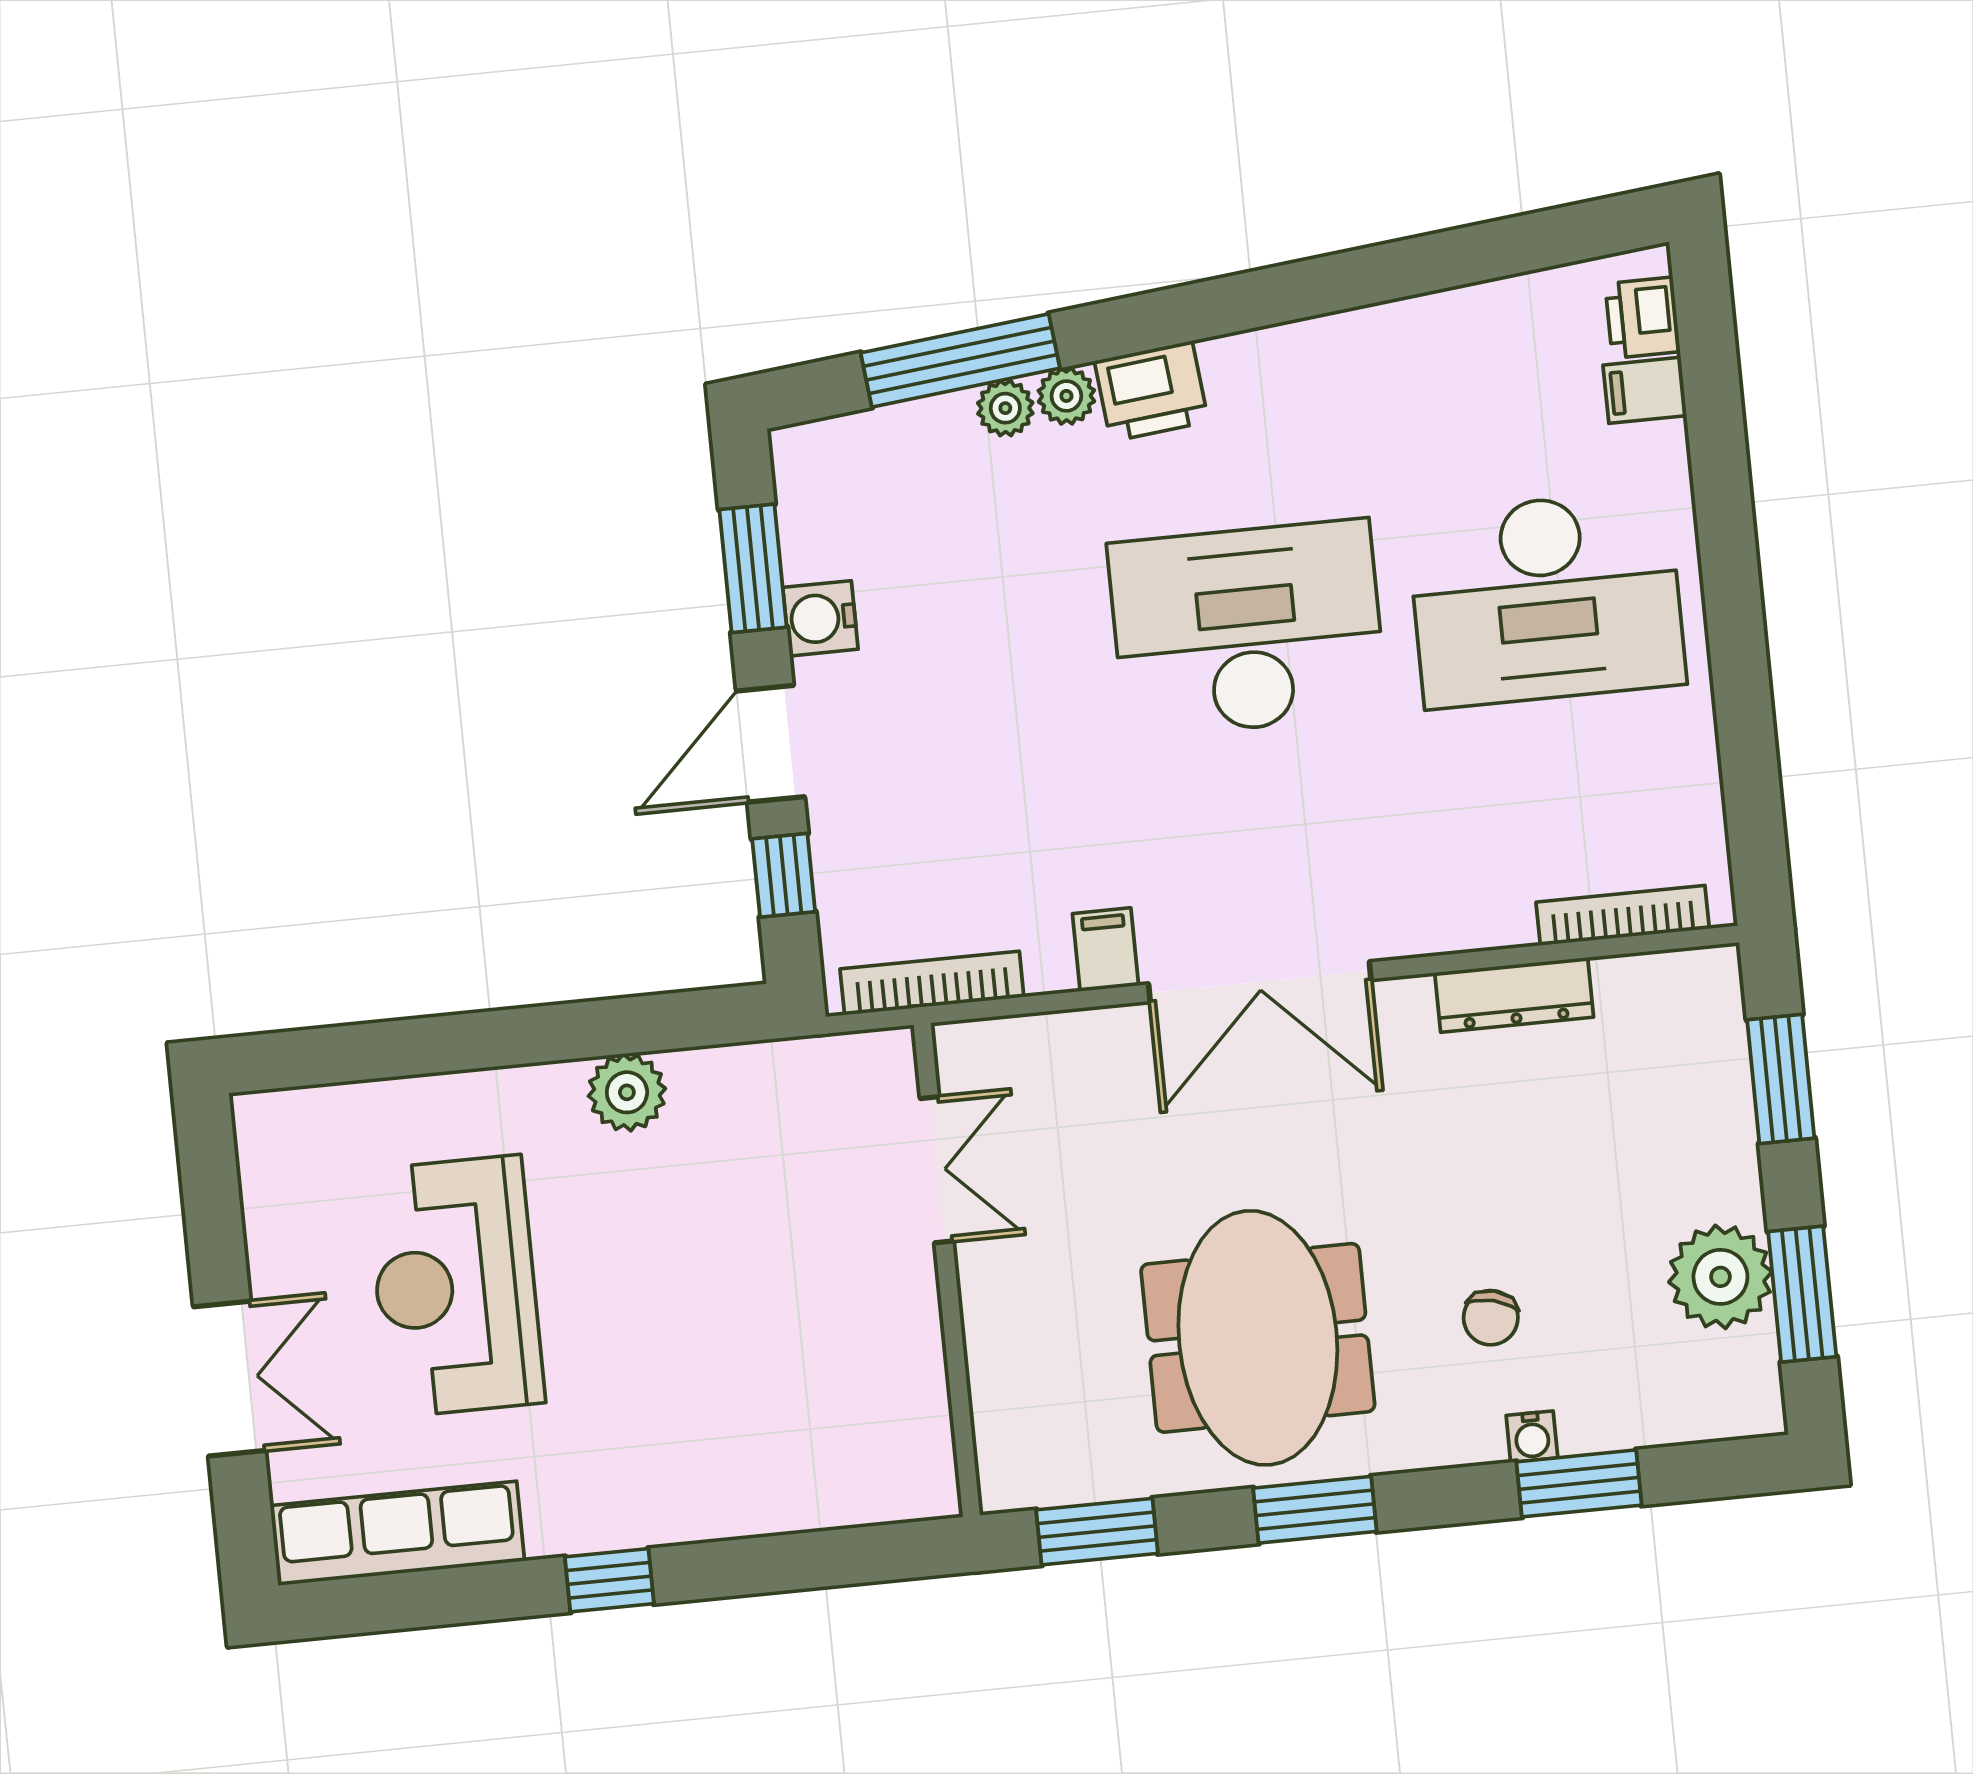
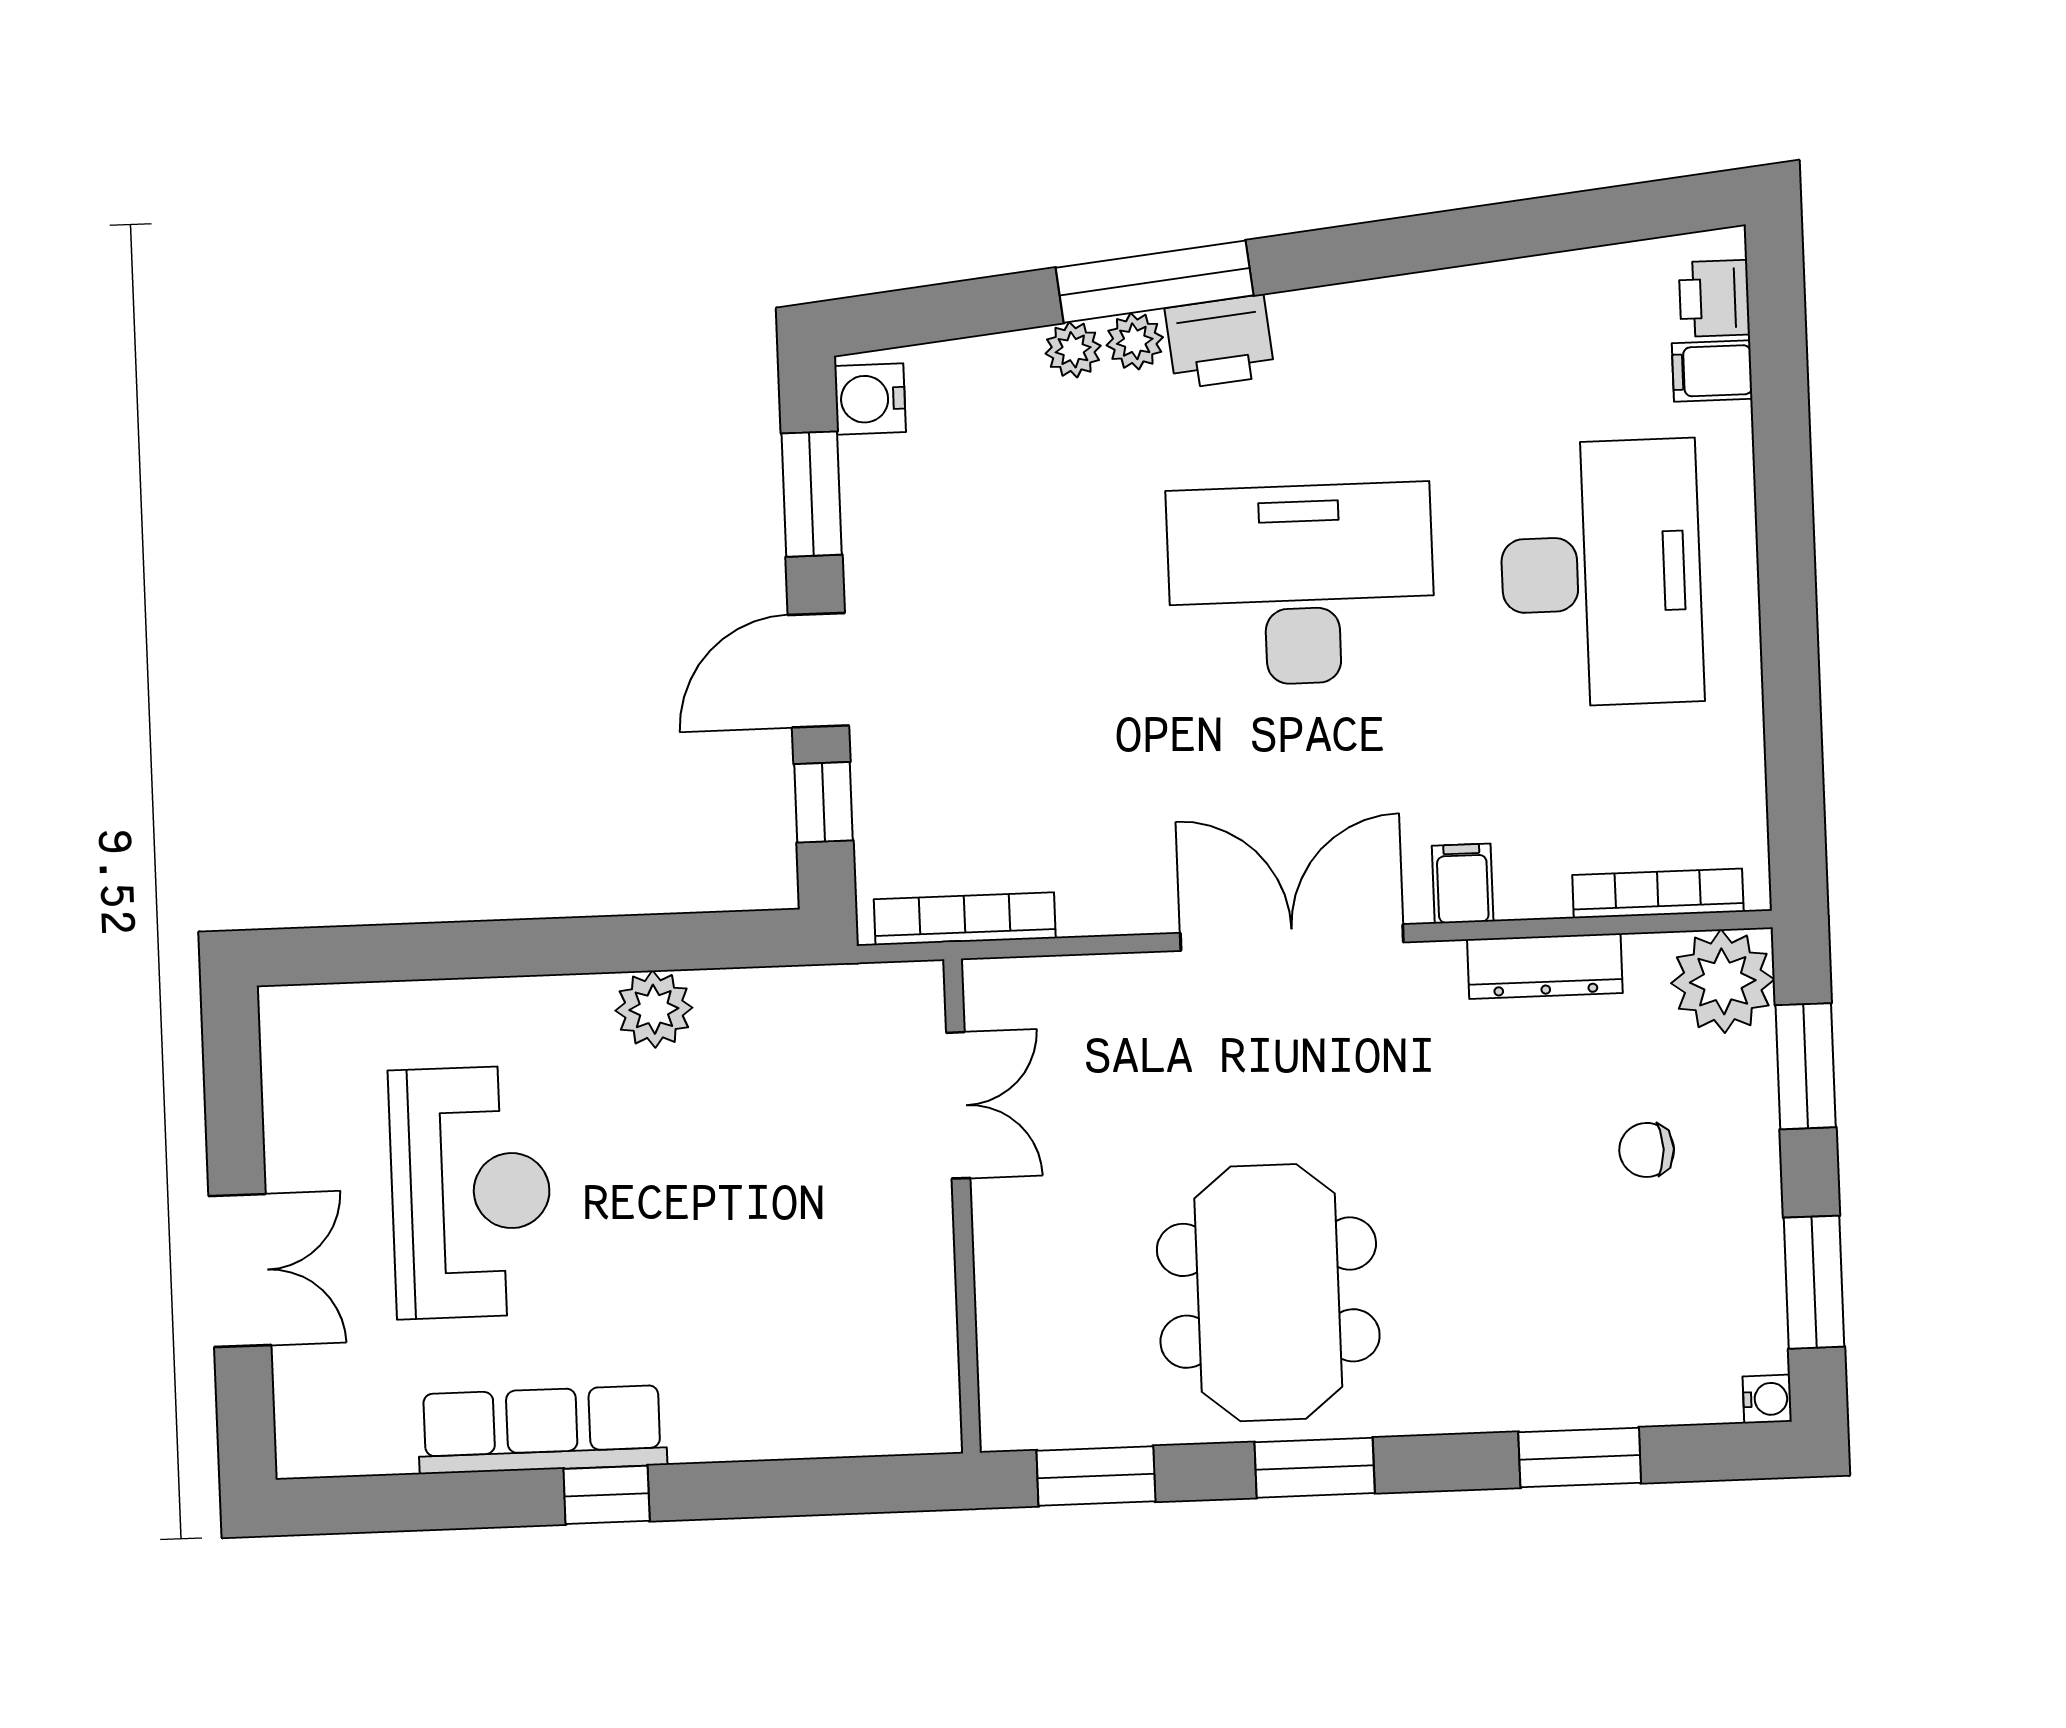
window: (960, 361) -> (1155, 282), moved
desk: (1546, 599) -> (1601, 573), turned -90
water cooler: (820, 618) -> (870, 399), moved
filing cabinet: (1105, 950) -> (1463, 884), moved
double door: (1260, 982) -> (1292, 938), swing flipped
plant: (1720, 1277) -> (1723, 981), moved
reception desk: (455, 1286) -> (471, 1192), turned 180
chair: (1491, 1318) -> (1647, 1150), moved, turned 76
water cooler: (1532, 1437) -> (1767, 1399), moved, turned -90
row of seats: (397, 1533) -> (542, 1430), moved

